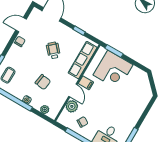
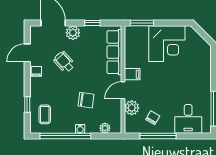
plant: (61, 29) -> (73, 33), added
wheelchair: (53, 50) -> (64, 62), moved
corner desk: (113, 70) -> (167, 44), moved
door: (73, 90) -> (123, 90), swing flipped

